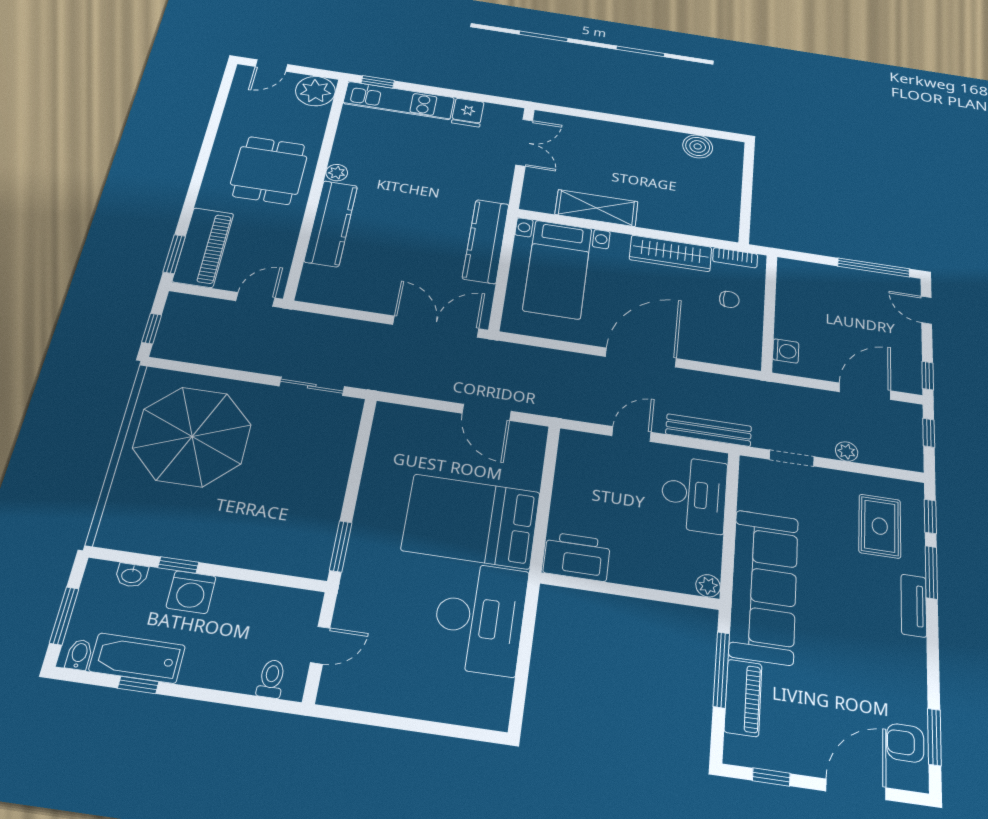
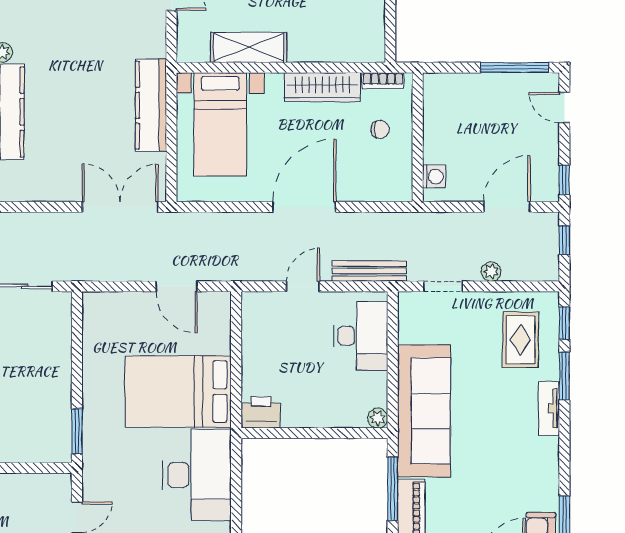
printer: (577, 557) -> (261, 412), width x0.73, depth x0.84

